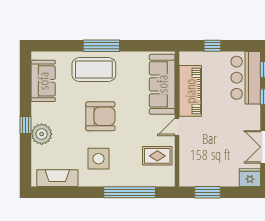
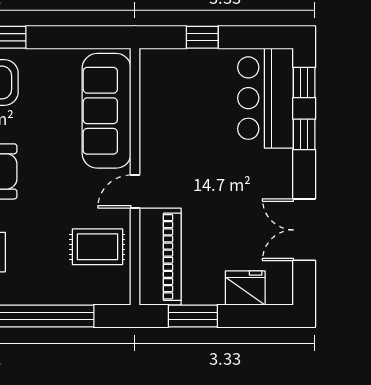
piano: (190, 91) -> (160, 257), moved
fridge: (250, 178) -> (245, 288), moved

